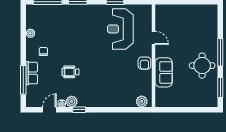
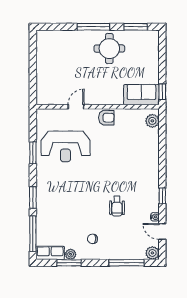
window: (23, 32) -> (69, 263), added
sofa: (164, 72) -> (141, 95), moved
row of seats: (32, 73) -> (50, 253), moved
plant: (72, 101) -> (152, 253), moved
window: (166, 110) -> (162, 92), added

